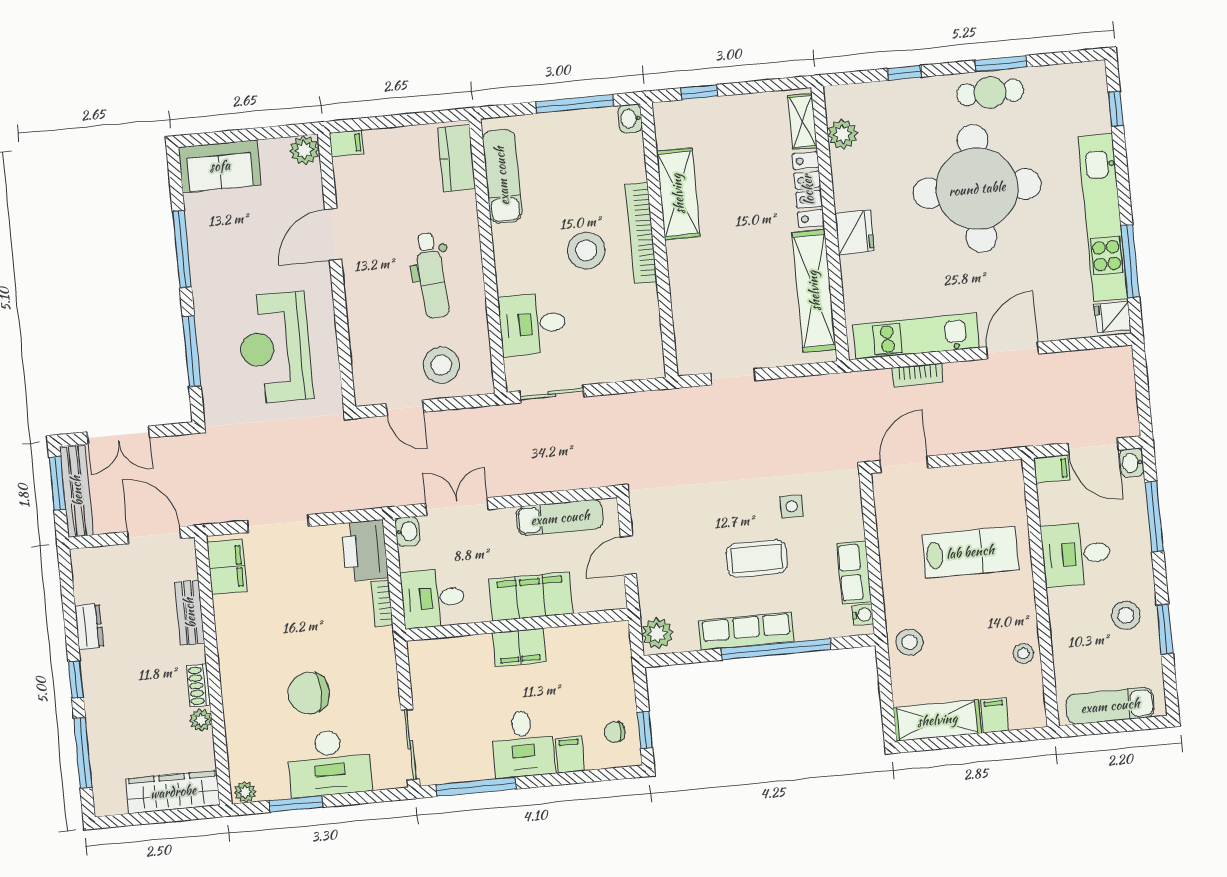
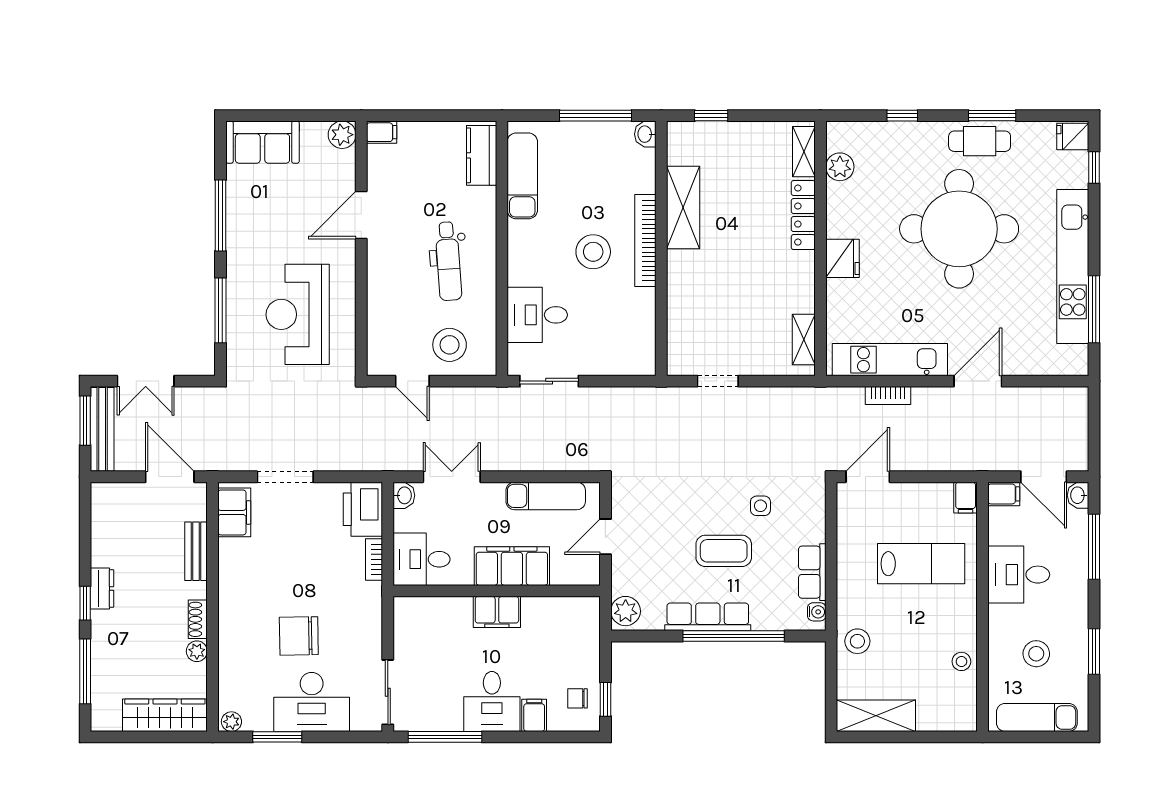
shelving: (814, 291) -> (804, 339), width x0.45, depth x0.75
fridge: (1112, 317) -> (1073, 137), moved
stool: (1126, 615) -> (1036, 654), moved
dresser: (89, 627) -> (102, 588), moved
filing cabinet: (994, 715) -> (966, 498), moved, turned 180

